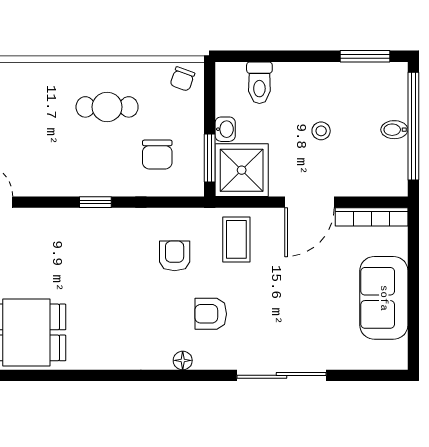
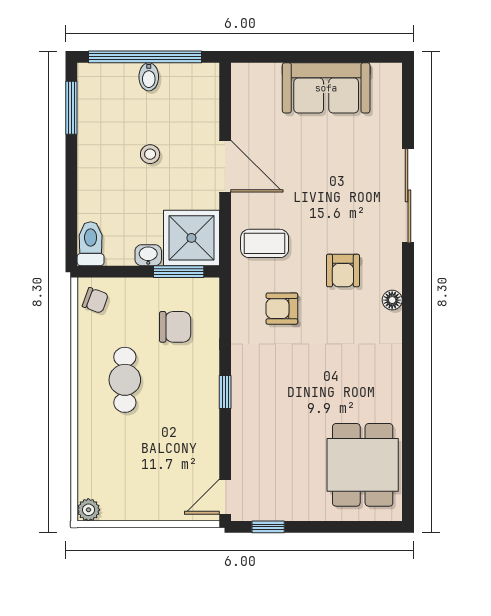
toilet: (259, 83) -> (91, 244), moved, turned -90
bookcase: (372, 217) -> (241, 101), removed

